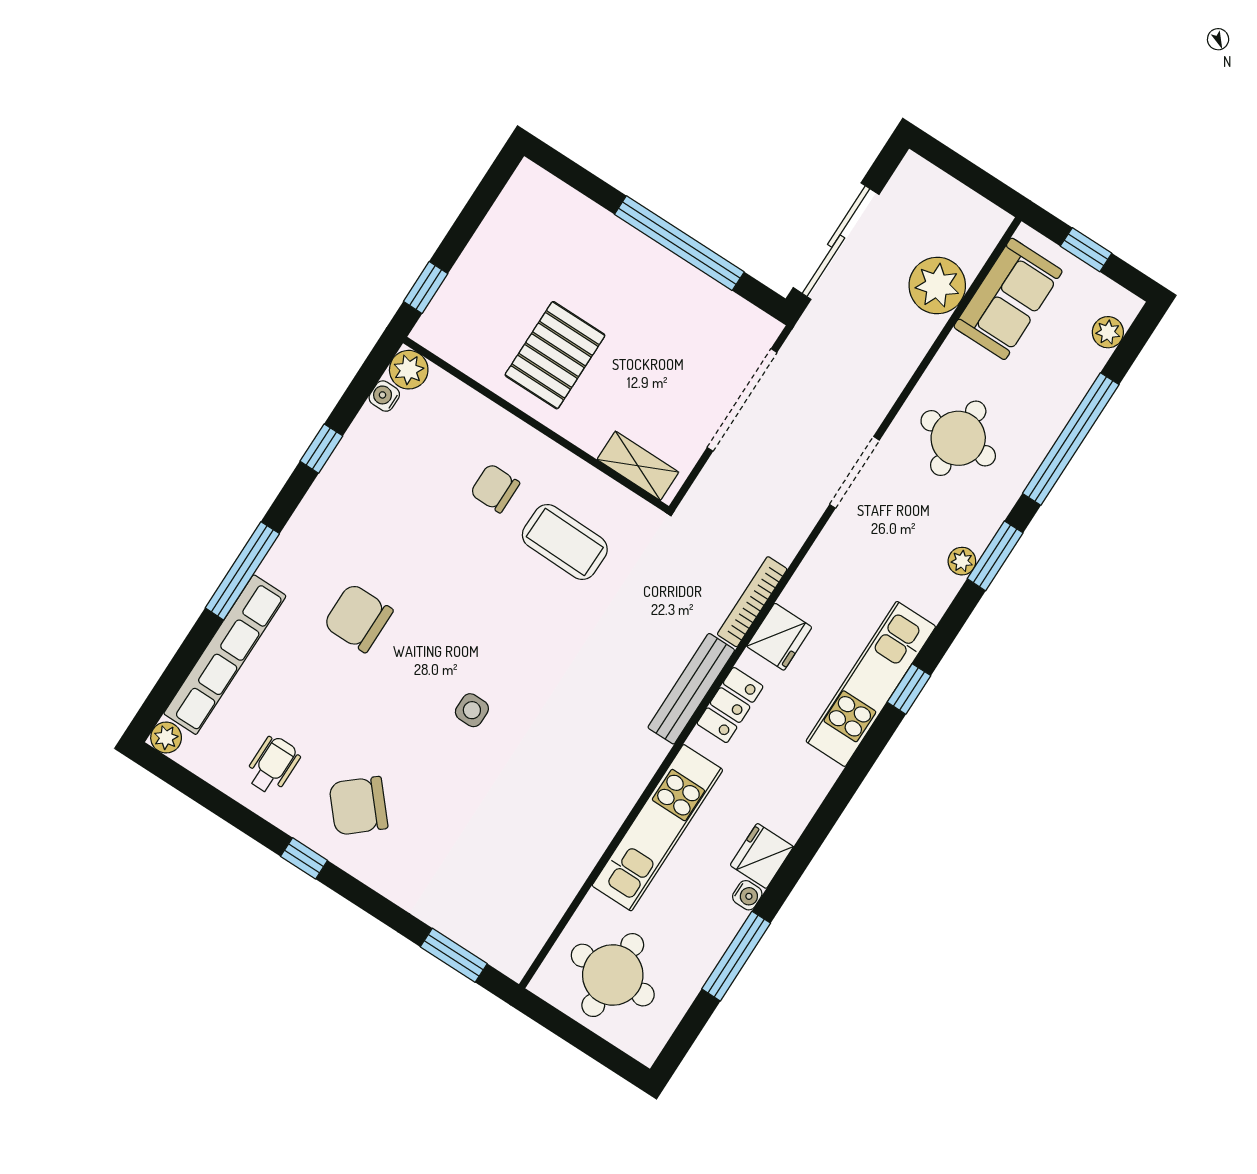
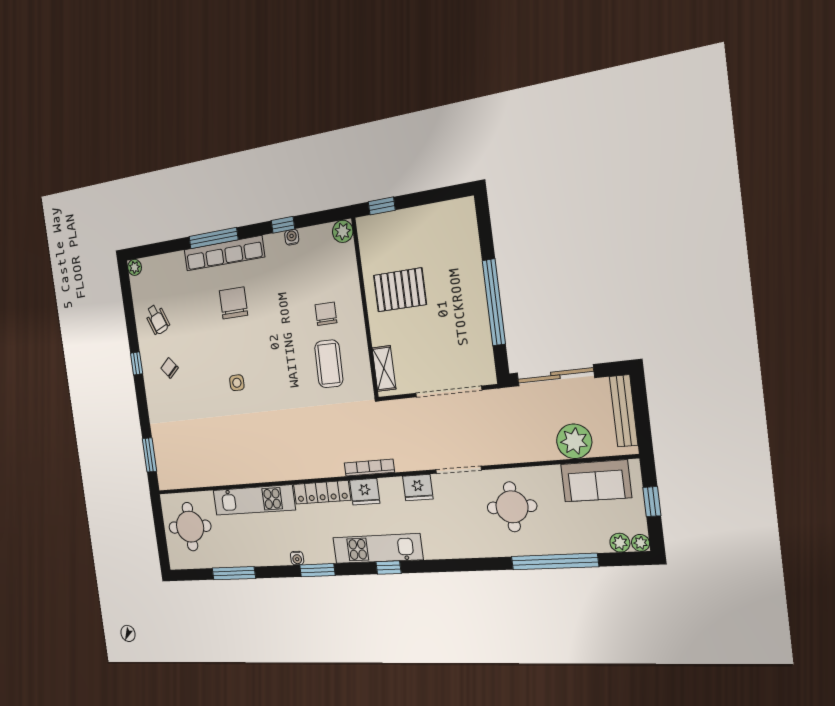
water cooler: (384, 396) -> (292, 237), moved
window: (995, 556) -> (317, 570), moved
plant: (962, 561) -> (641, 543), moved
row of seats: (225, 655) -> (224, 253), moved
bench: (691, 689) -> (624, 411), moved, turned 90
locker: (730, 705) -> (322, 492), width x1.53
wheelchair: (273, 765) -> (157, 319), turned 68
chair: (358, 806) -> (170, 368), width x0.54, depth x0.54
fridge: (762, 856) -> (418, 488), moved, turned 180
water cooler: (747, 895) -> (297, 558), moved

